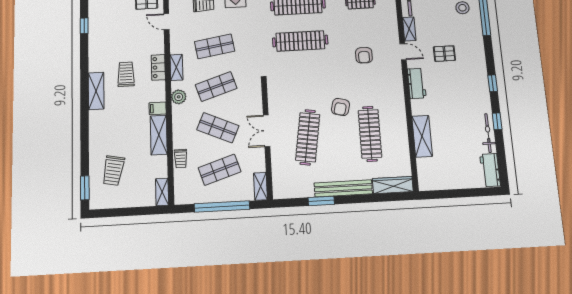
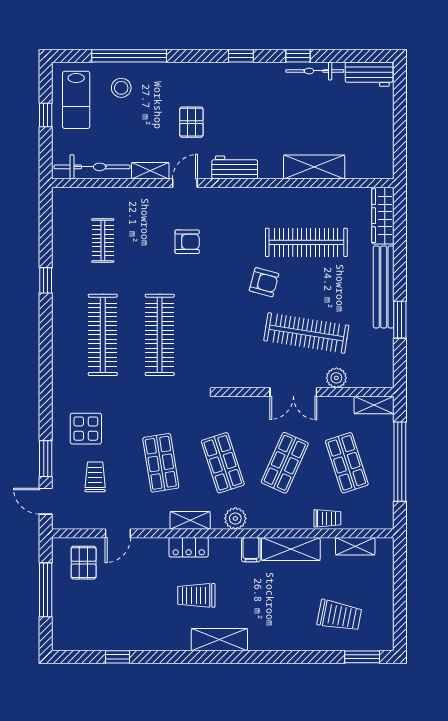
plant: (278, 159) -> (336, 378), added
shelving: (162, 192) -> (355, 546), moved

